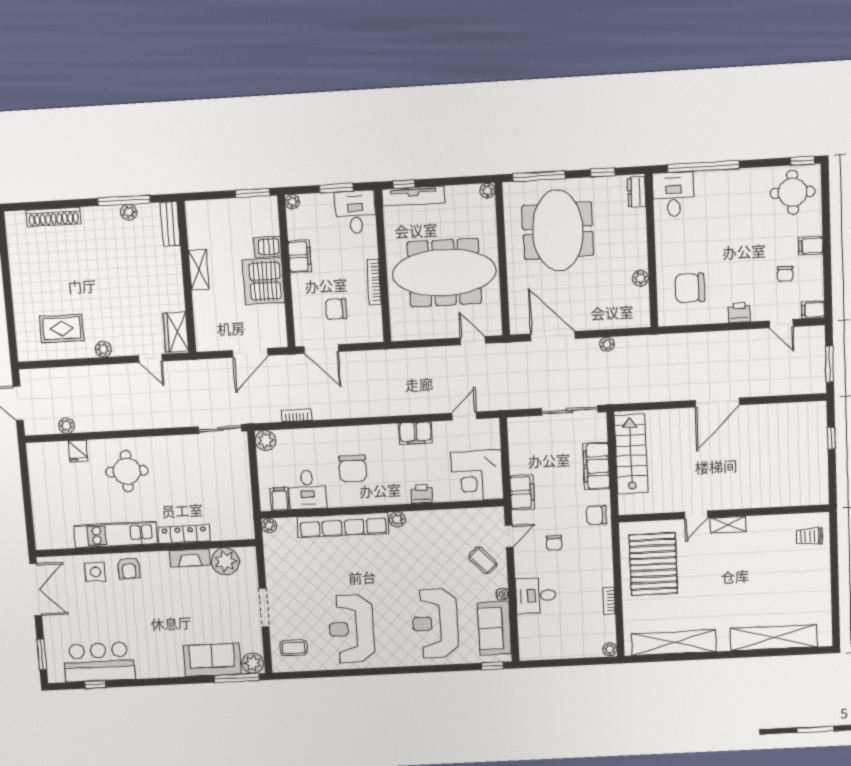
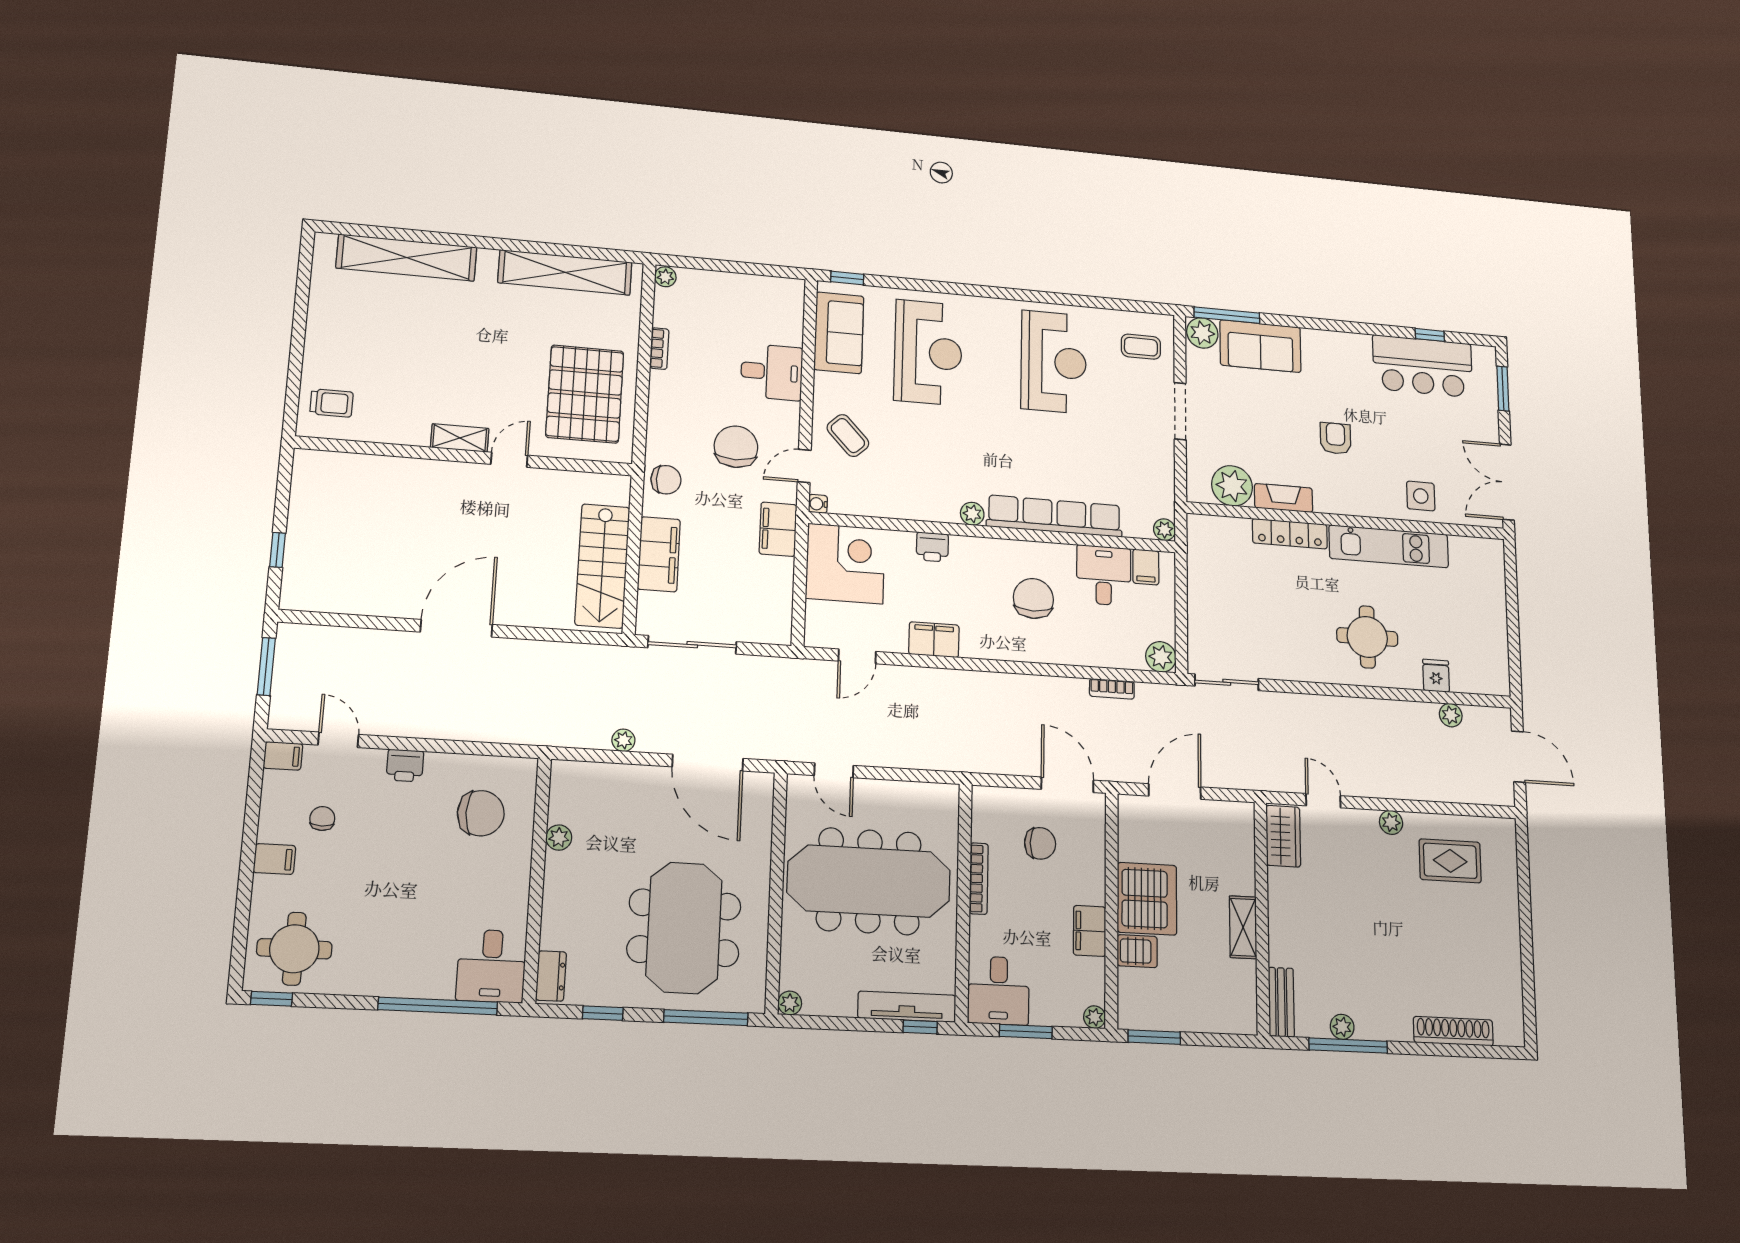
chair: (554, 543) -> (736, 447), width x1.87, depth x1.87
armchair: (129, 568) -> (1336, 438), moved
water cooler: (502, 594) -> (818, 504), moved

